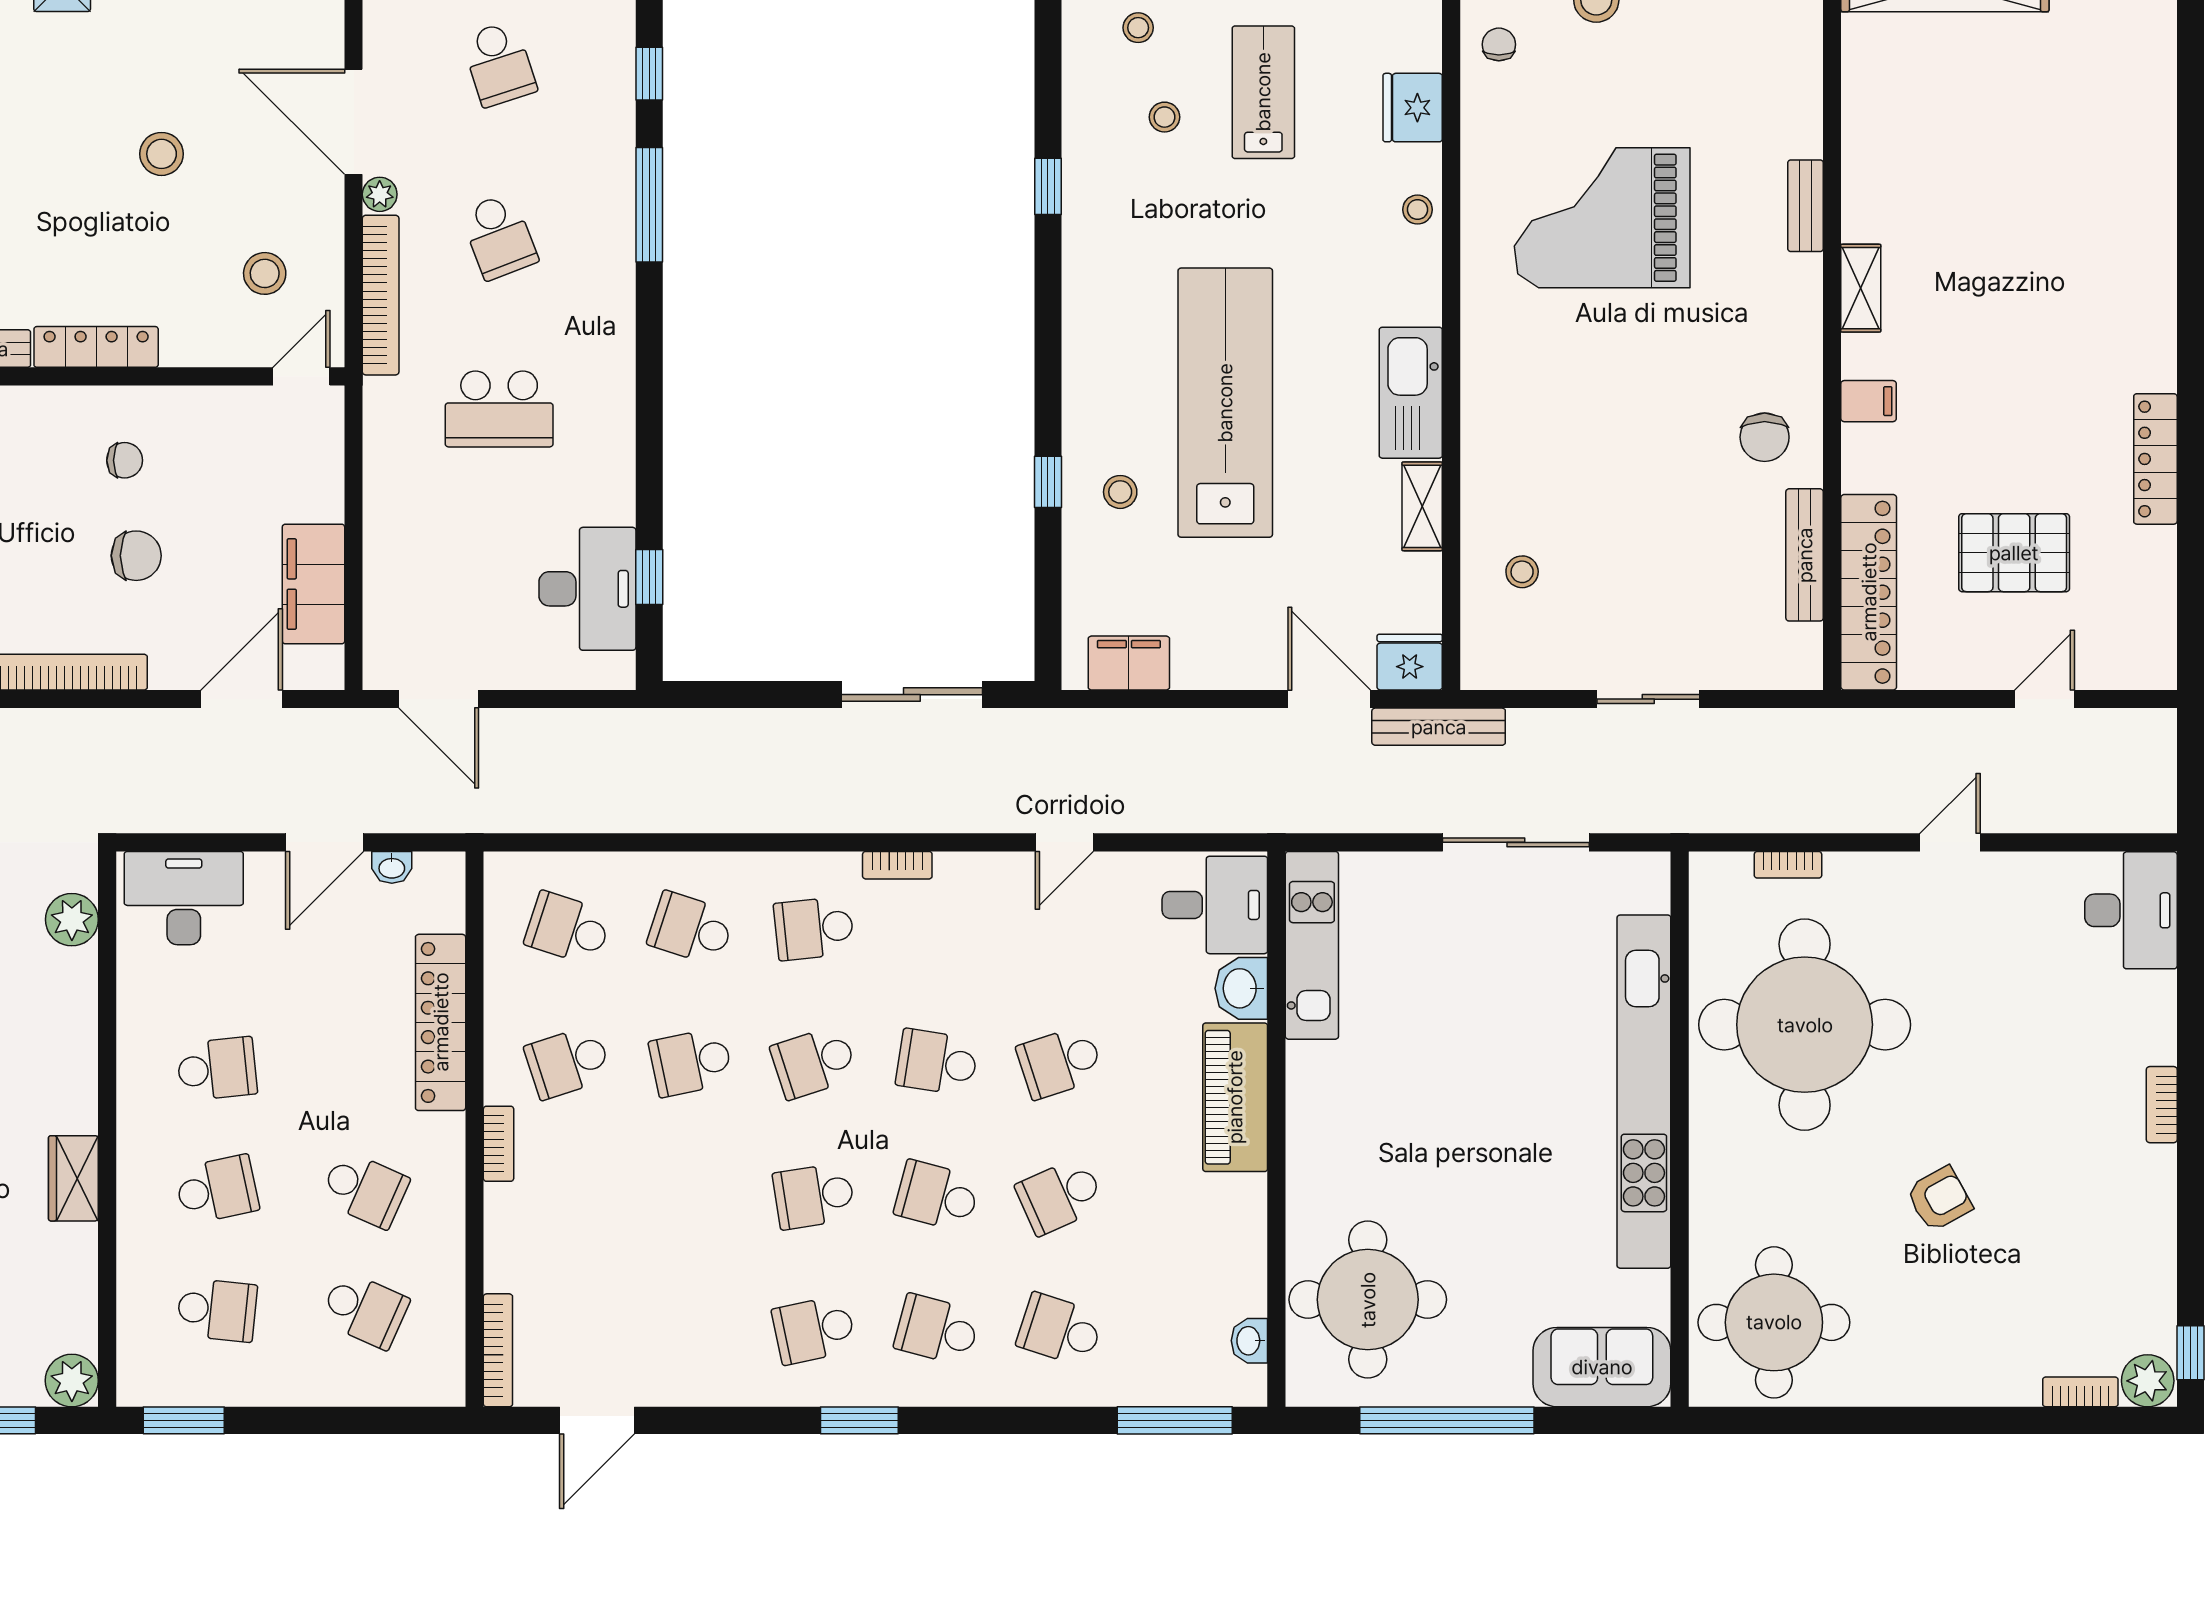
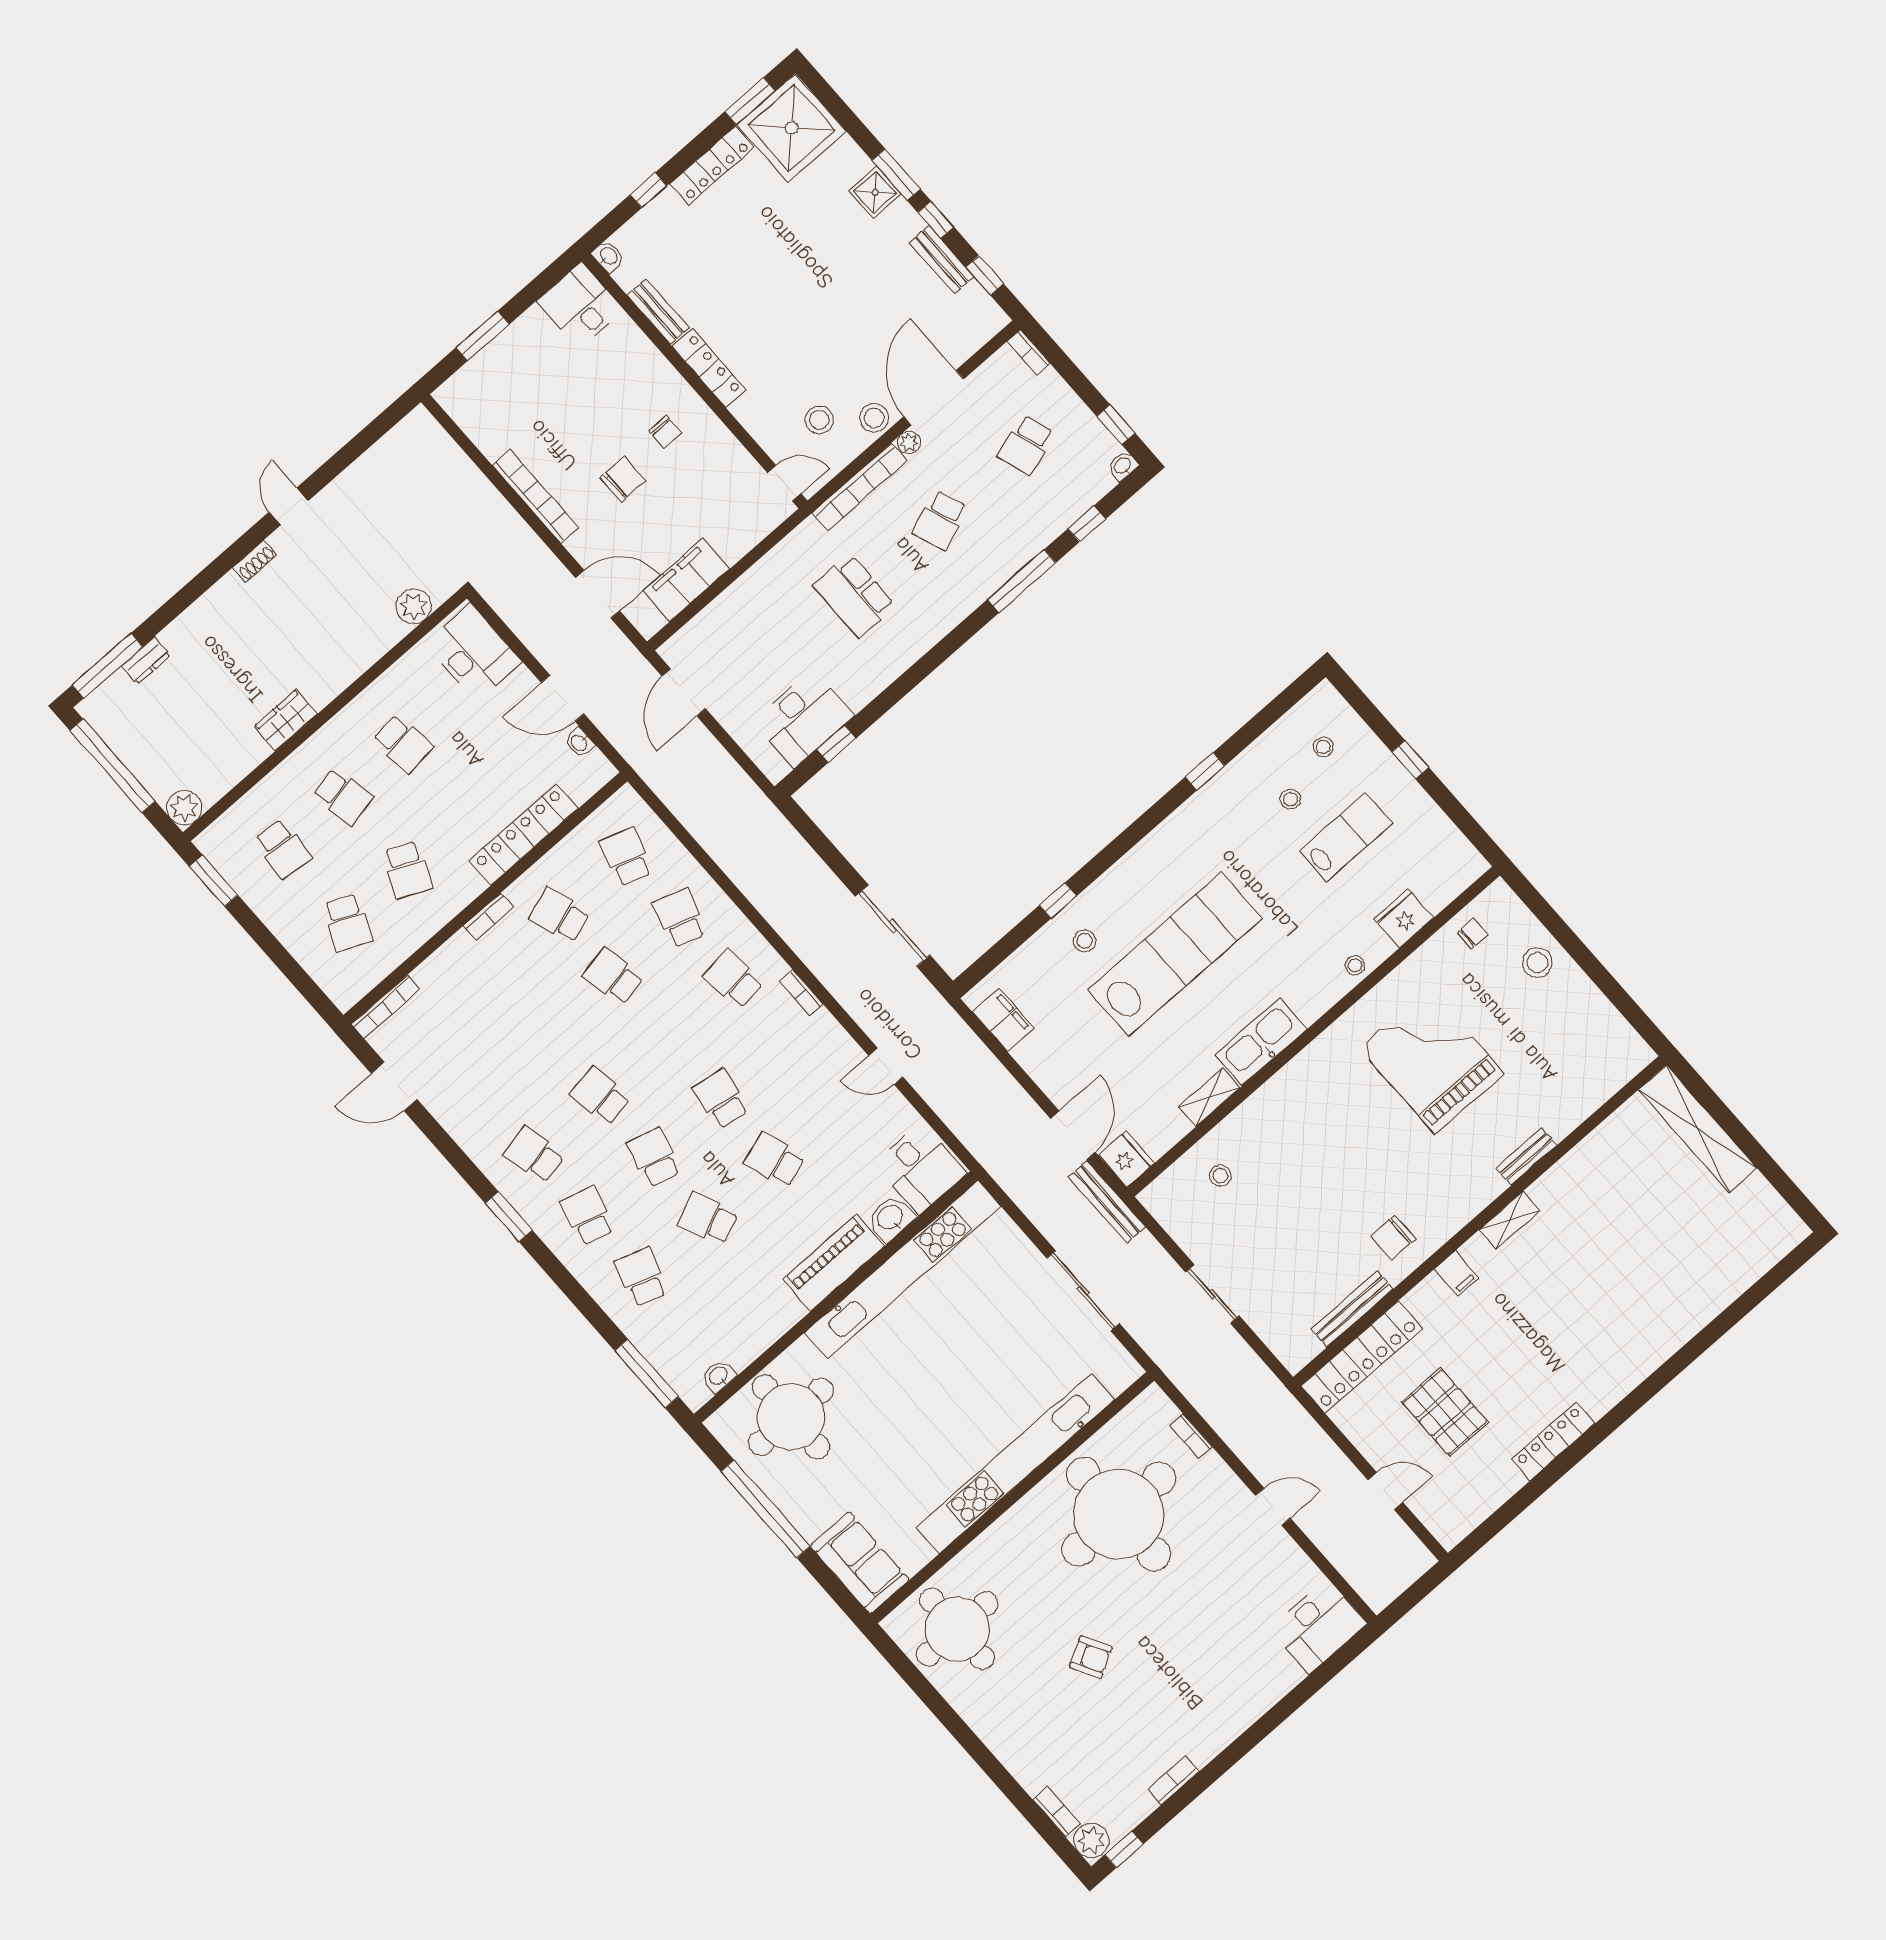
stool: (162, 154) -> (874, 418), moved
chair: (136, 556) -> (623, 479), turned -90
kitchen unit: (1312, 945) -> (903, 1270), width x1.86
school desk: (814, 1062) -> (667, 1038), removed
bookcase: (2162, 1105) -> (1174, 1781), moved

